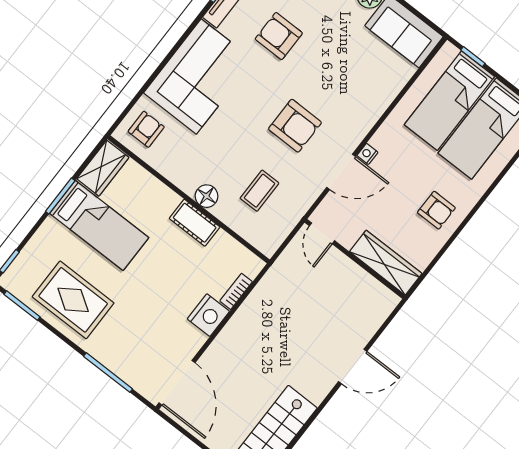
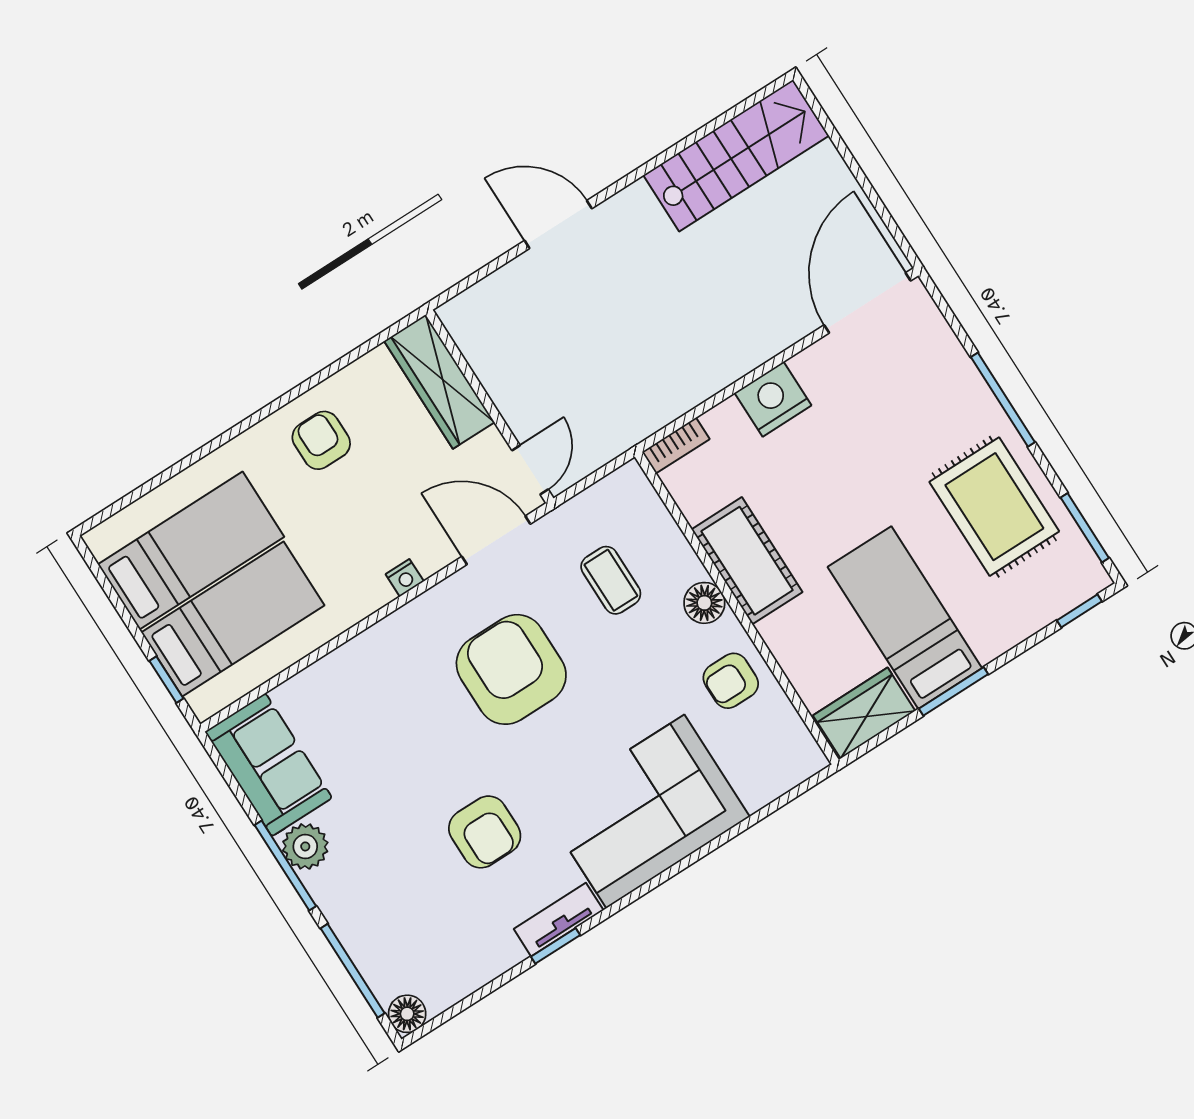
armchair: (295, 126) -> (511, 669), width x1.36, depth x1.36
armchair: (146, 129) -> (731, 681), moved
door: (341, 172) -> (496, 540), moved
coffee table: (260, 191) -> (611, 580), turned 90
cot: (195, 223) -> (747, 561), width x1.37, depth x1.34
bookcase: (236, 291) -> (676, 445), moved
window: (108, 373) -> (1003, 400), moved

